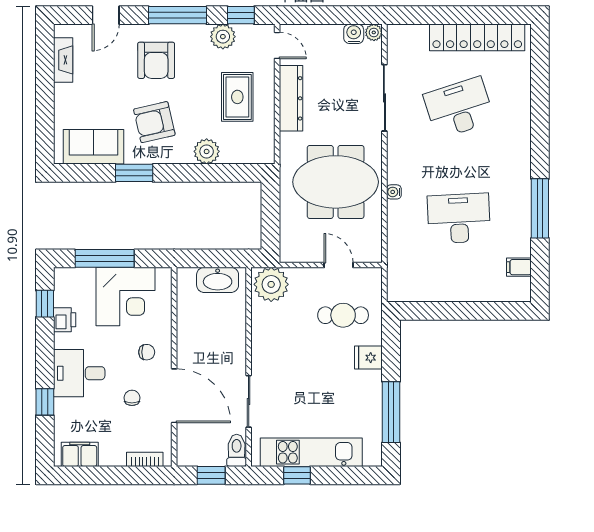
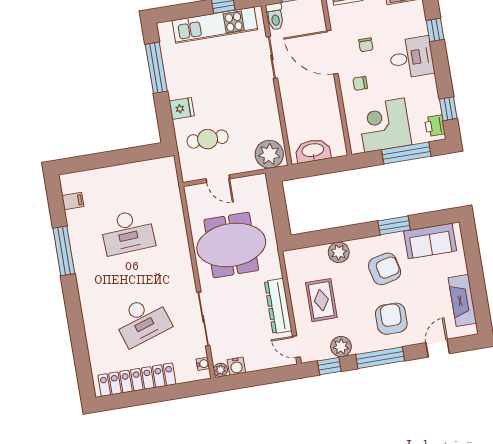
fireplace: (63, 60) -> (462, 300), width x1.37, depth x1.32
water cooler: (394, 192) -> (203, 364), moved
printer: (65, 320) -> (435, 126), moved

